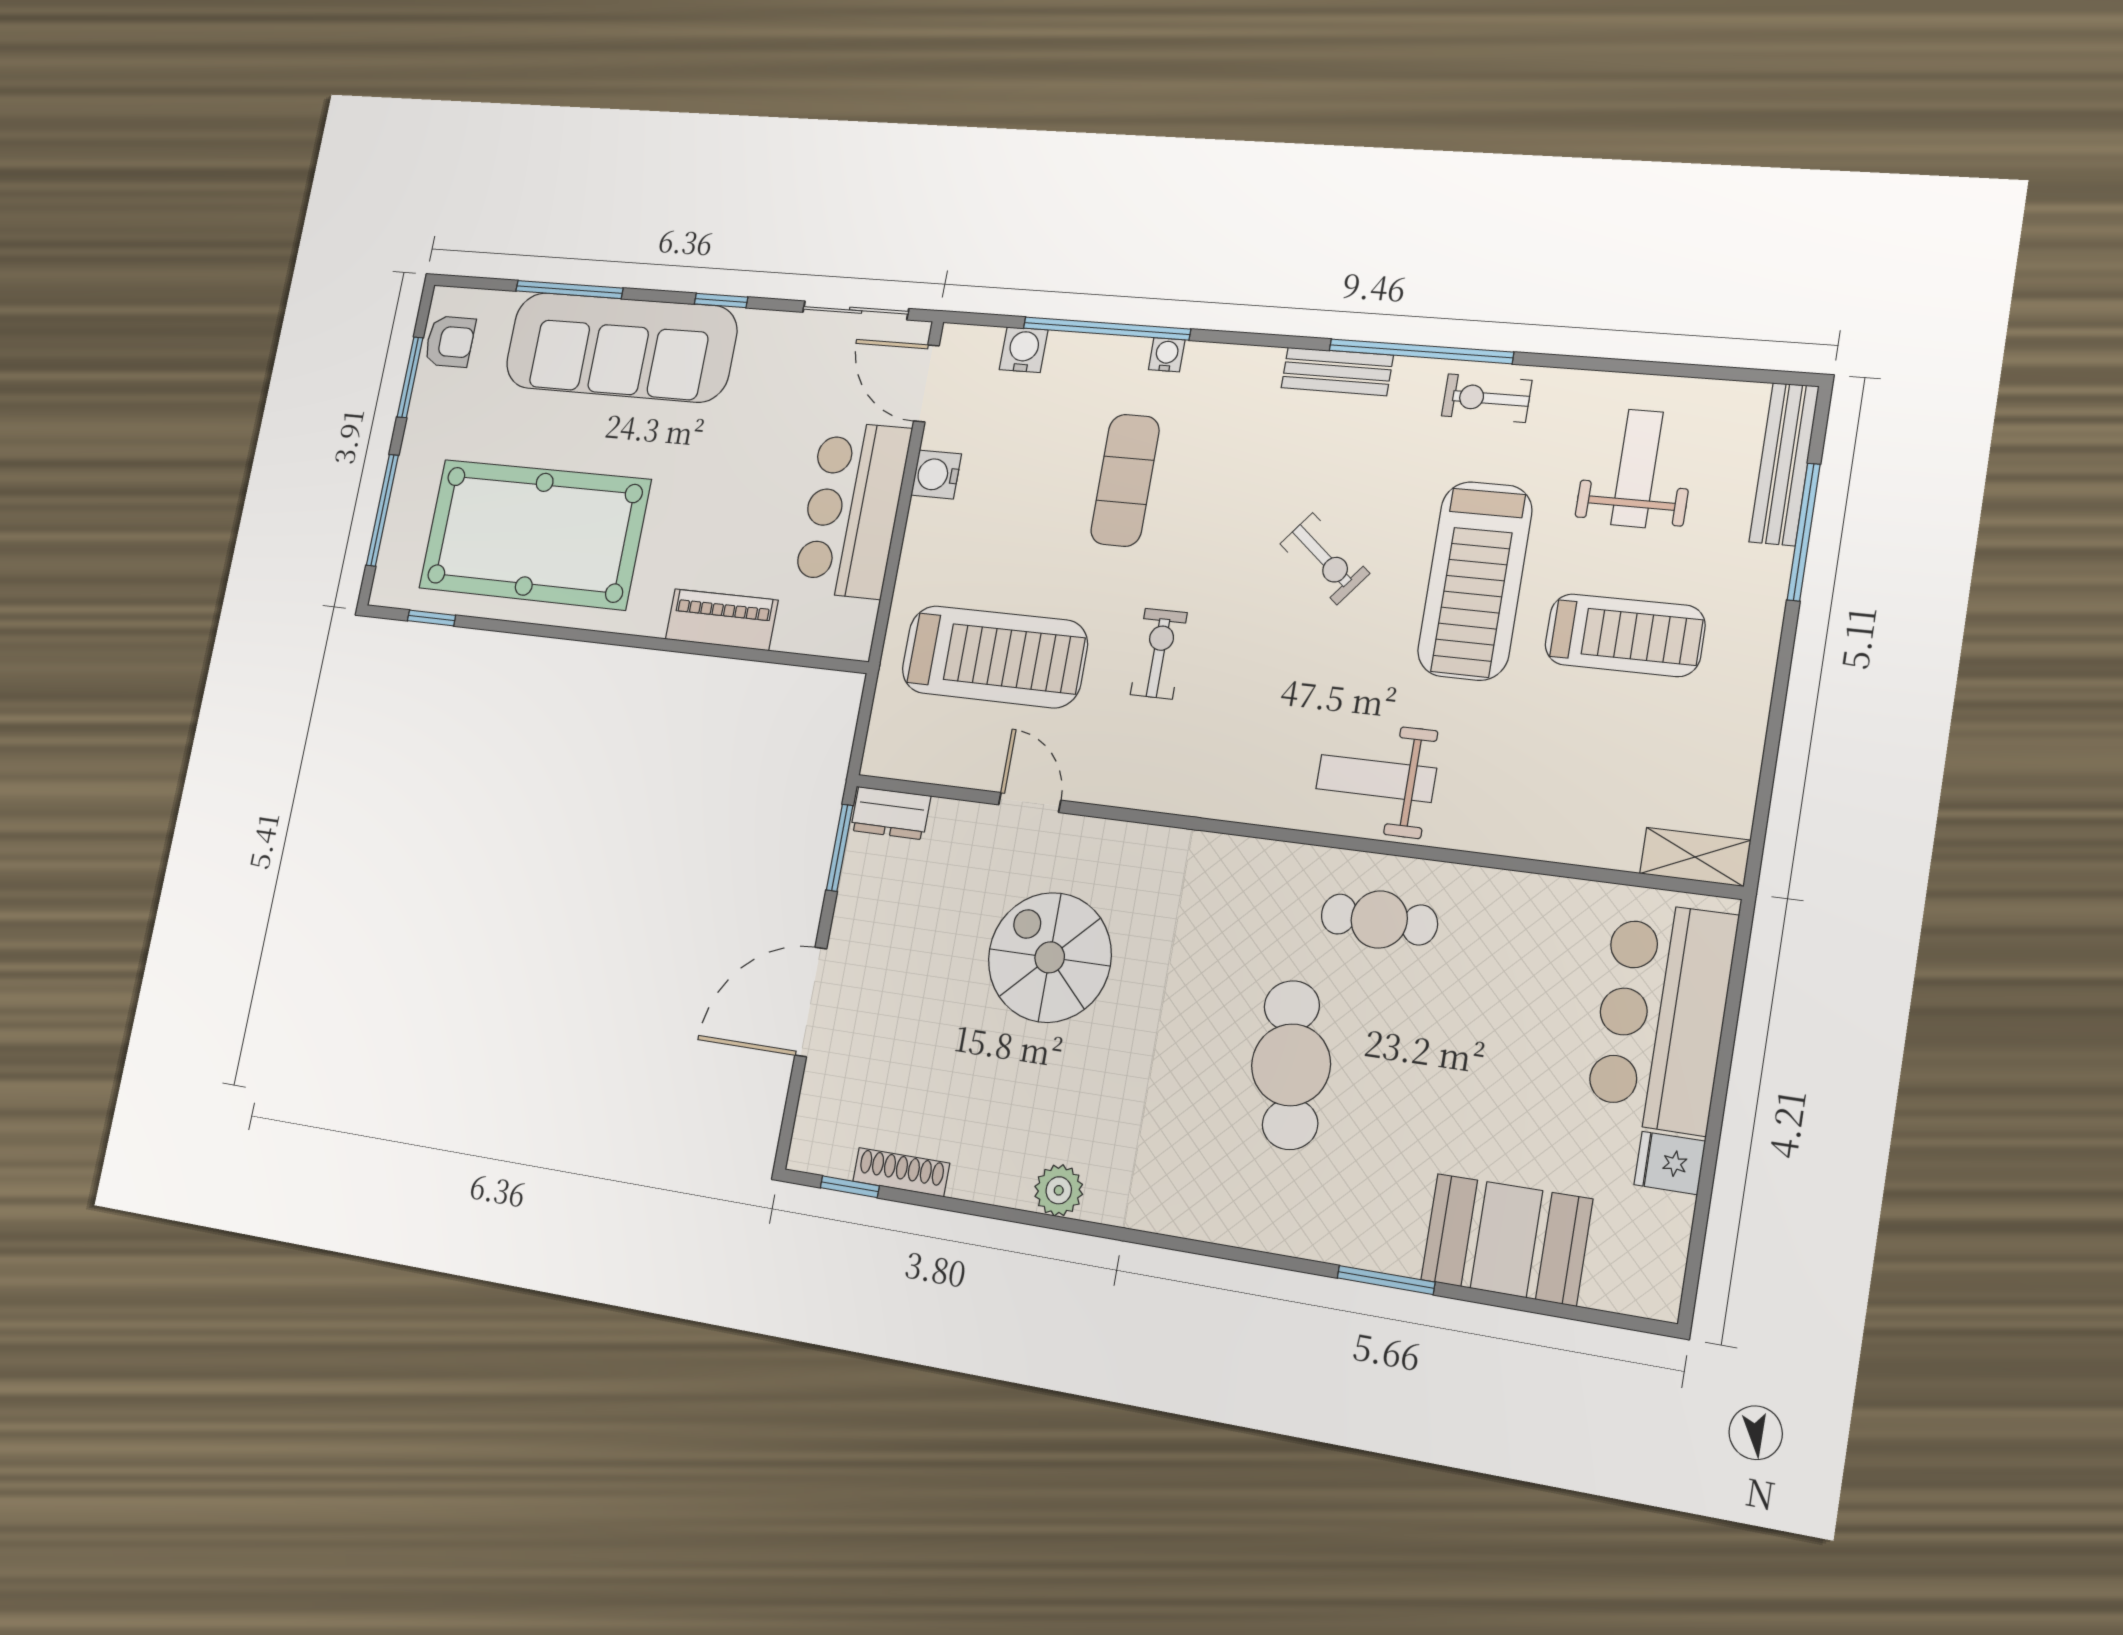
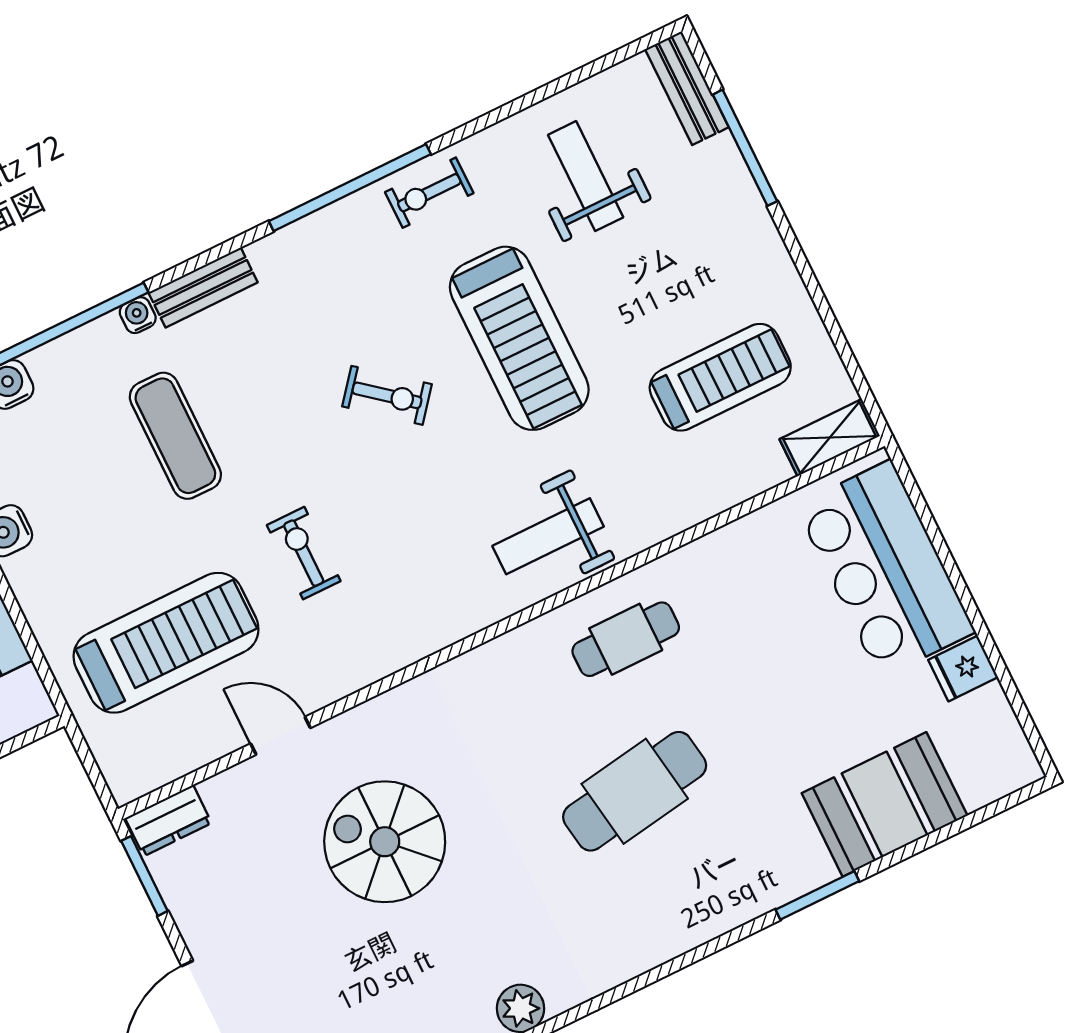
bench: (1337, 372) -> (203, 287), moved
bench: (1784, 464) -> (687, 88), width x0.73
treadmill: (1625, 635) -> (720, 377), moved
cafe table: (1291, 1065) -> (635, 791), turned 90

